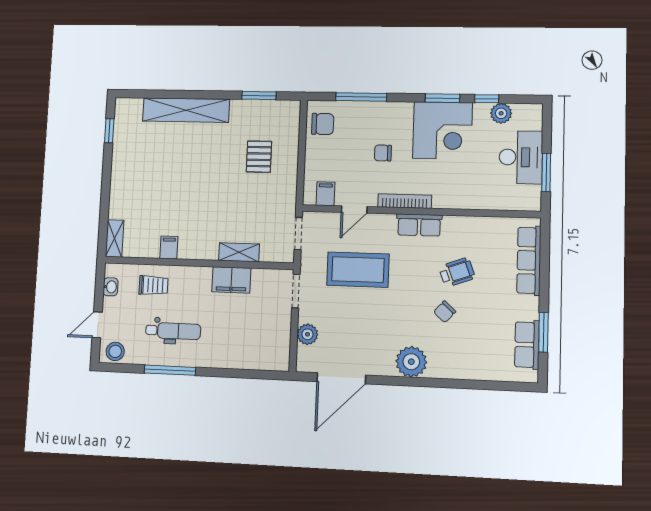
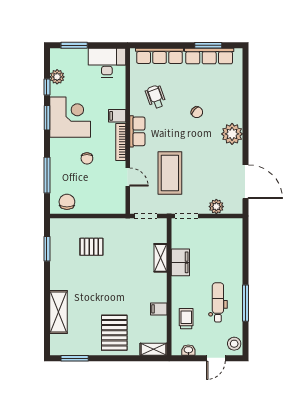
shelving: (186, 110) -> (58, 312), width x0.68
window: (109, 131) -> (75, 358), width x1.50
desk: (521, 157) -> (107, 63), moved
window: (546, 172) -> (74, 45), moved
pallet: (140, 185) -> (114, 333), added
filing cabinet: (325, 194) -> (117, 116), moved
wheelchair: (457, 272) -> (156, 97), moved
door: (97, 325) -> (216, 358), hinge flipped
row of seats: (527, 345) -> (209, 56), width x1.48

